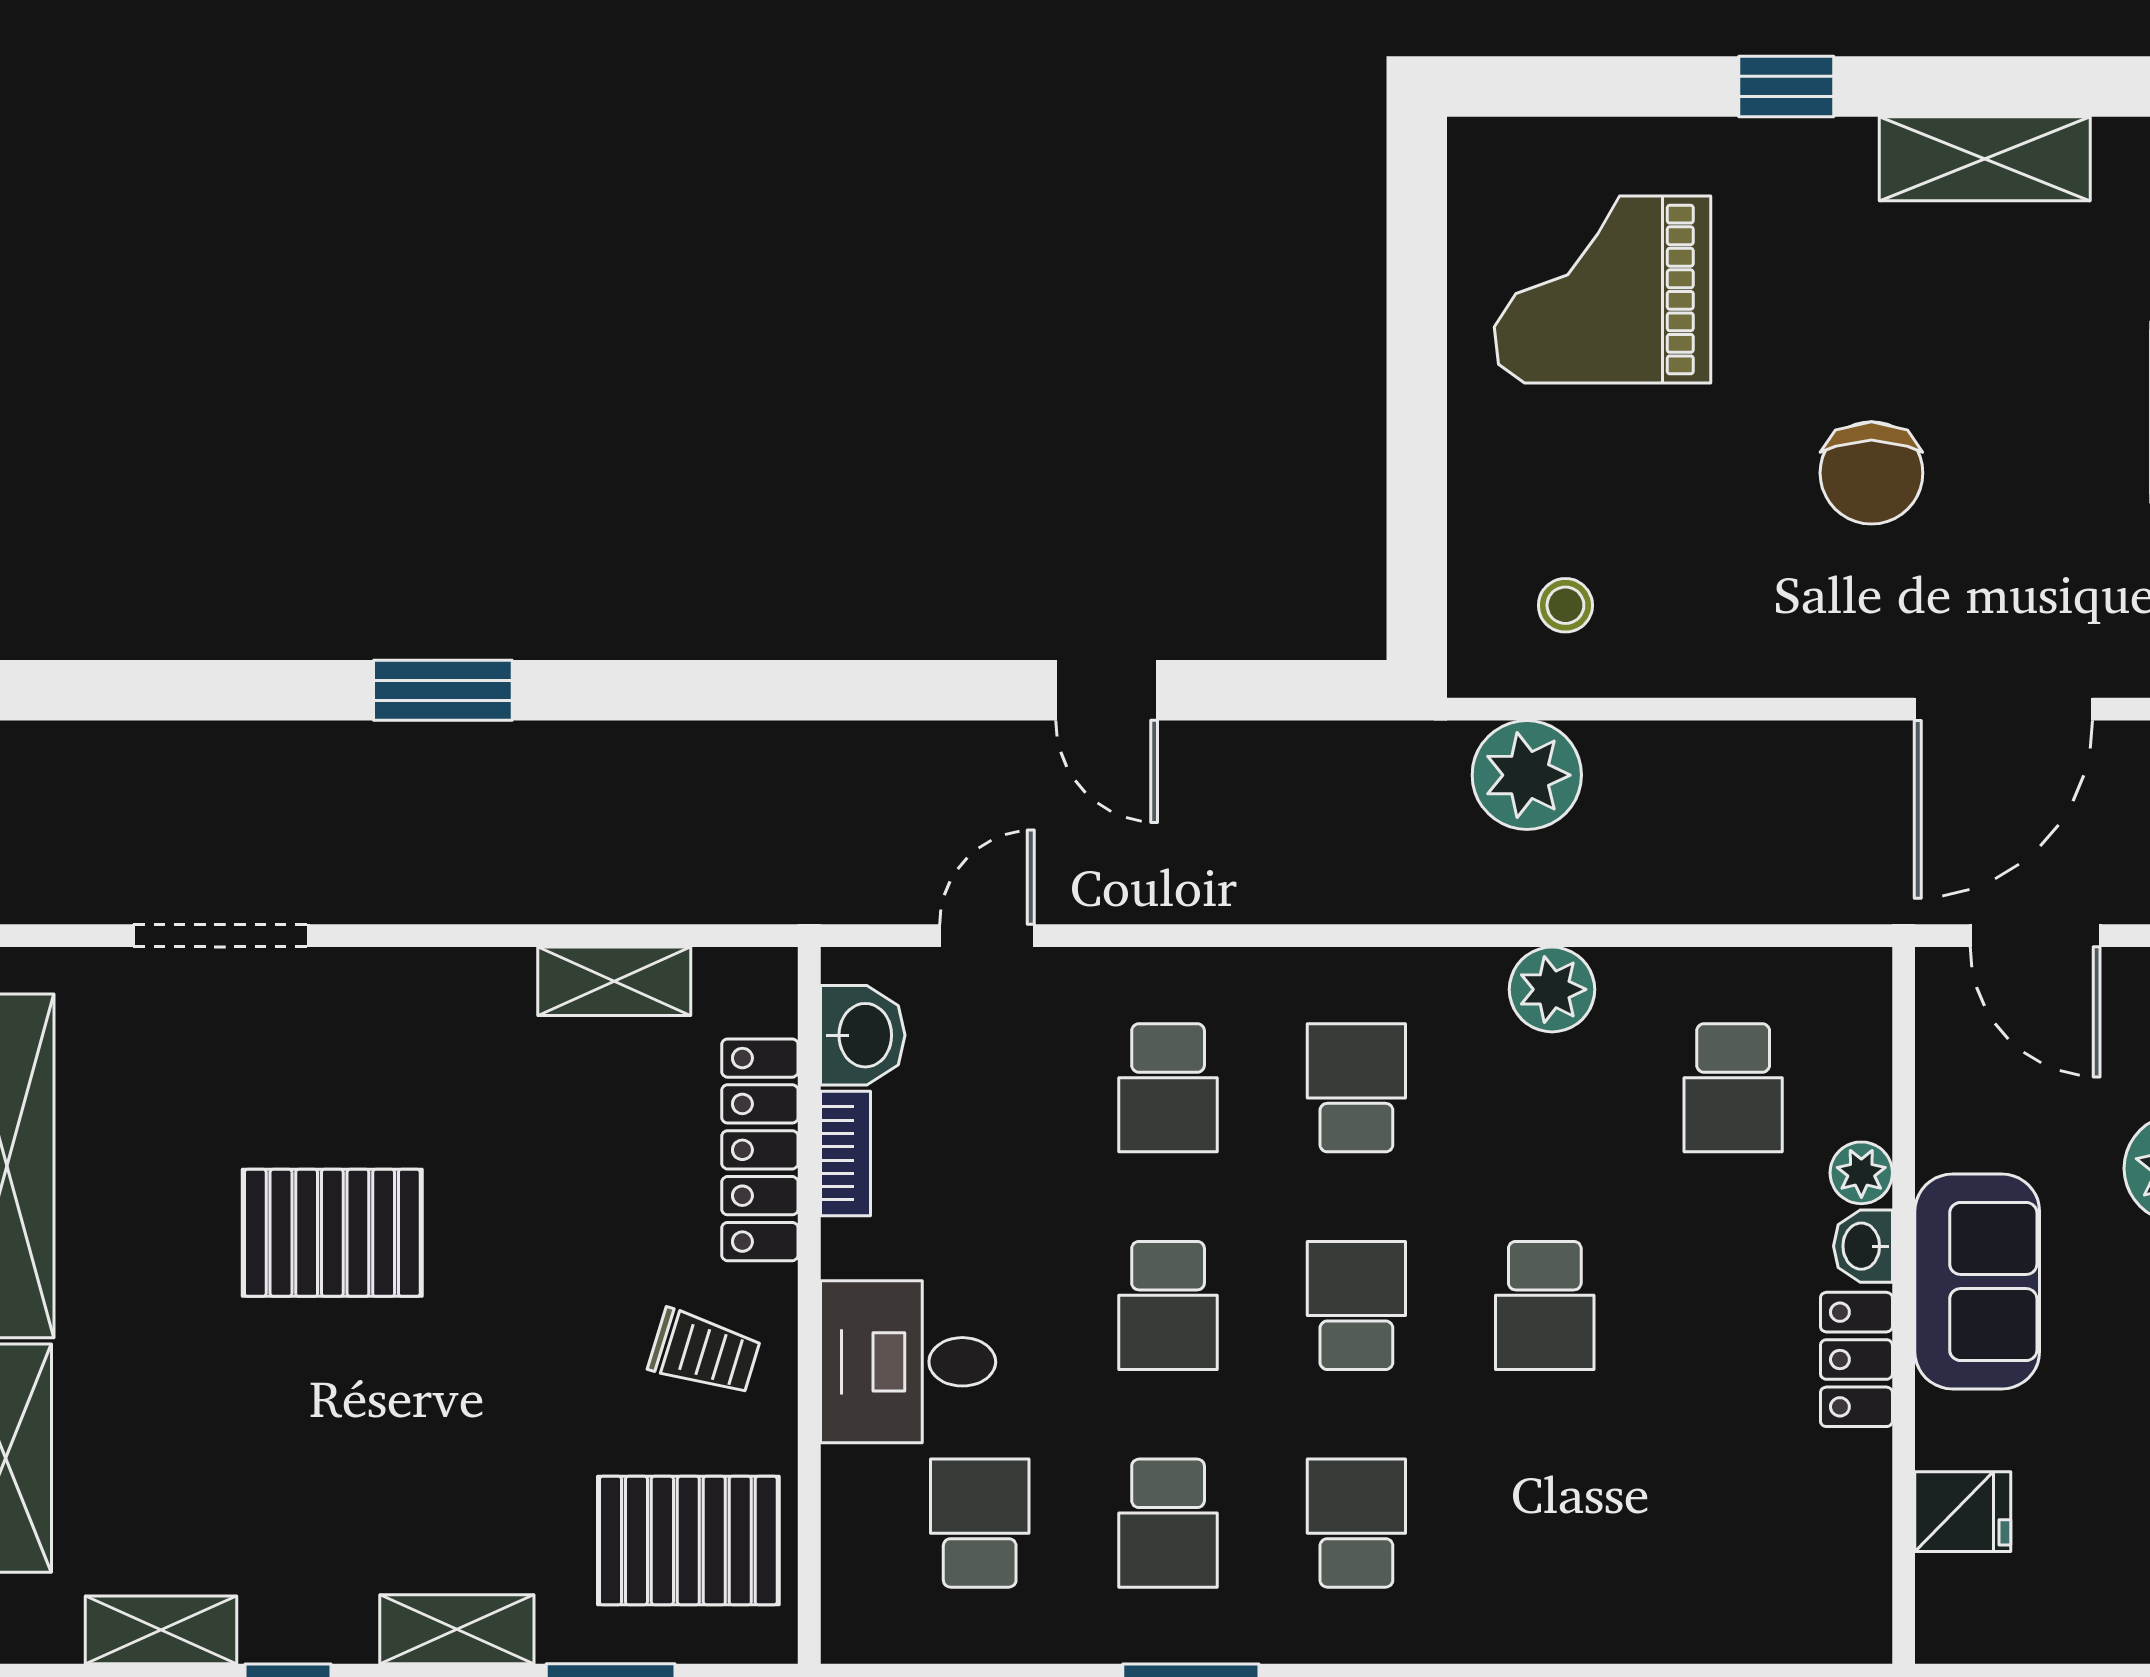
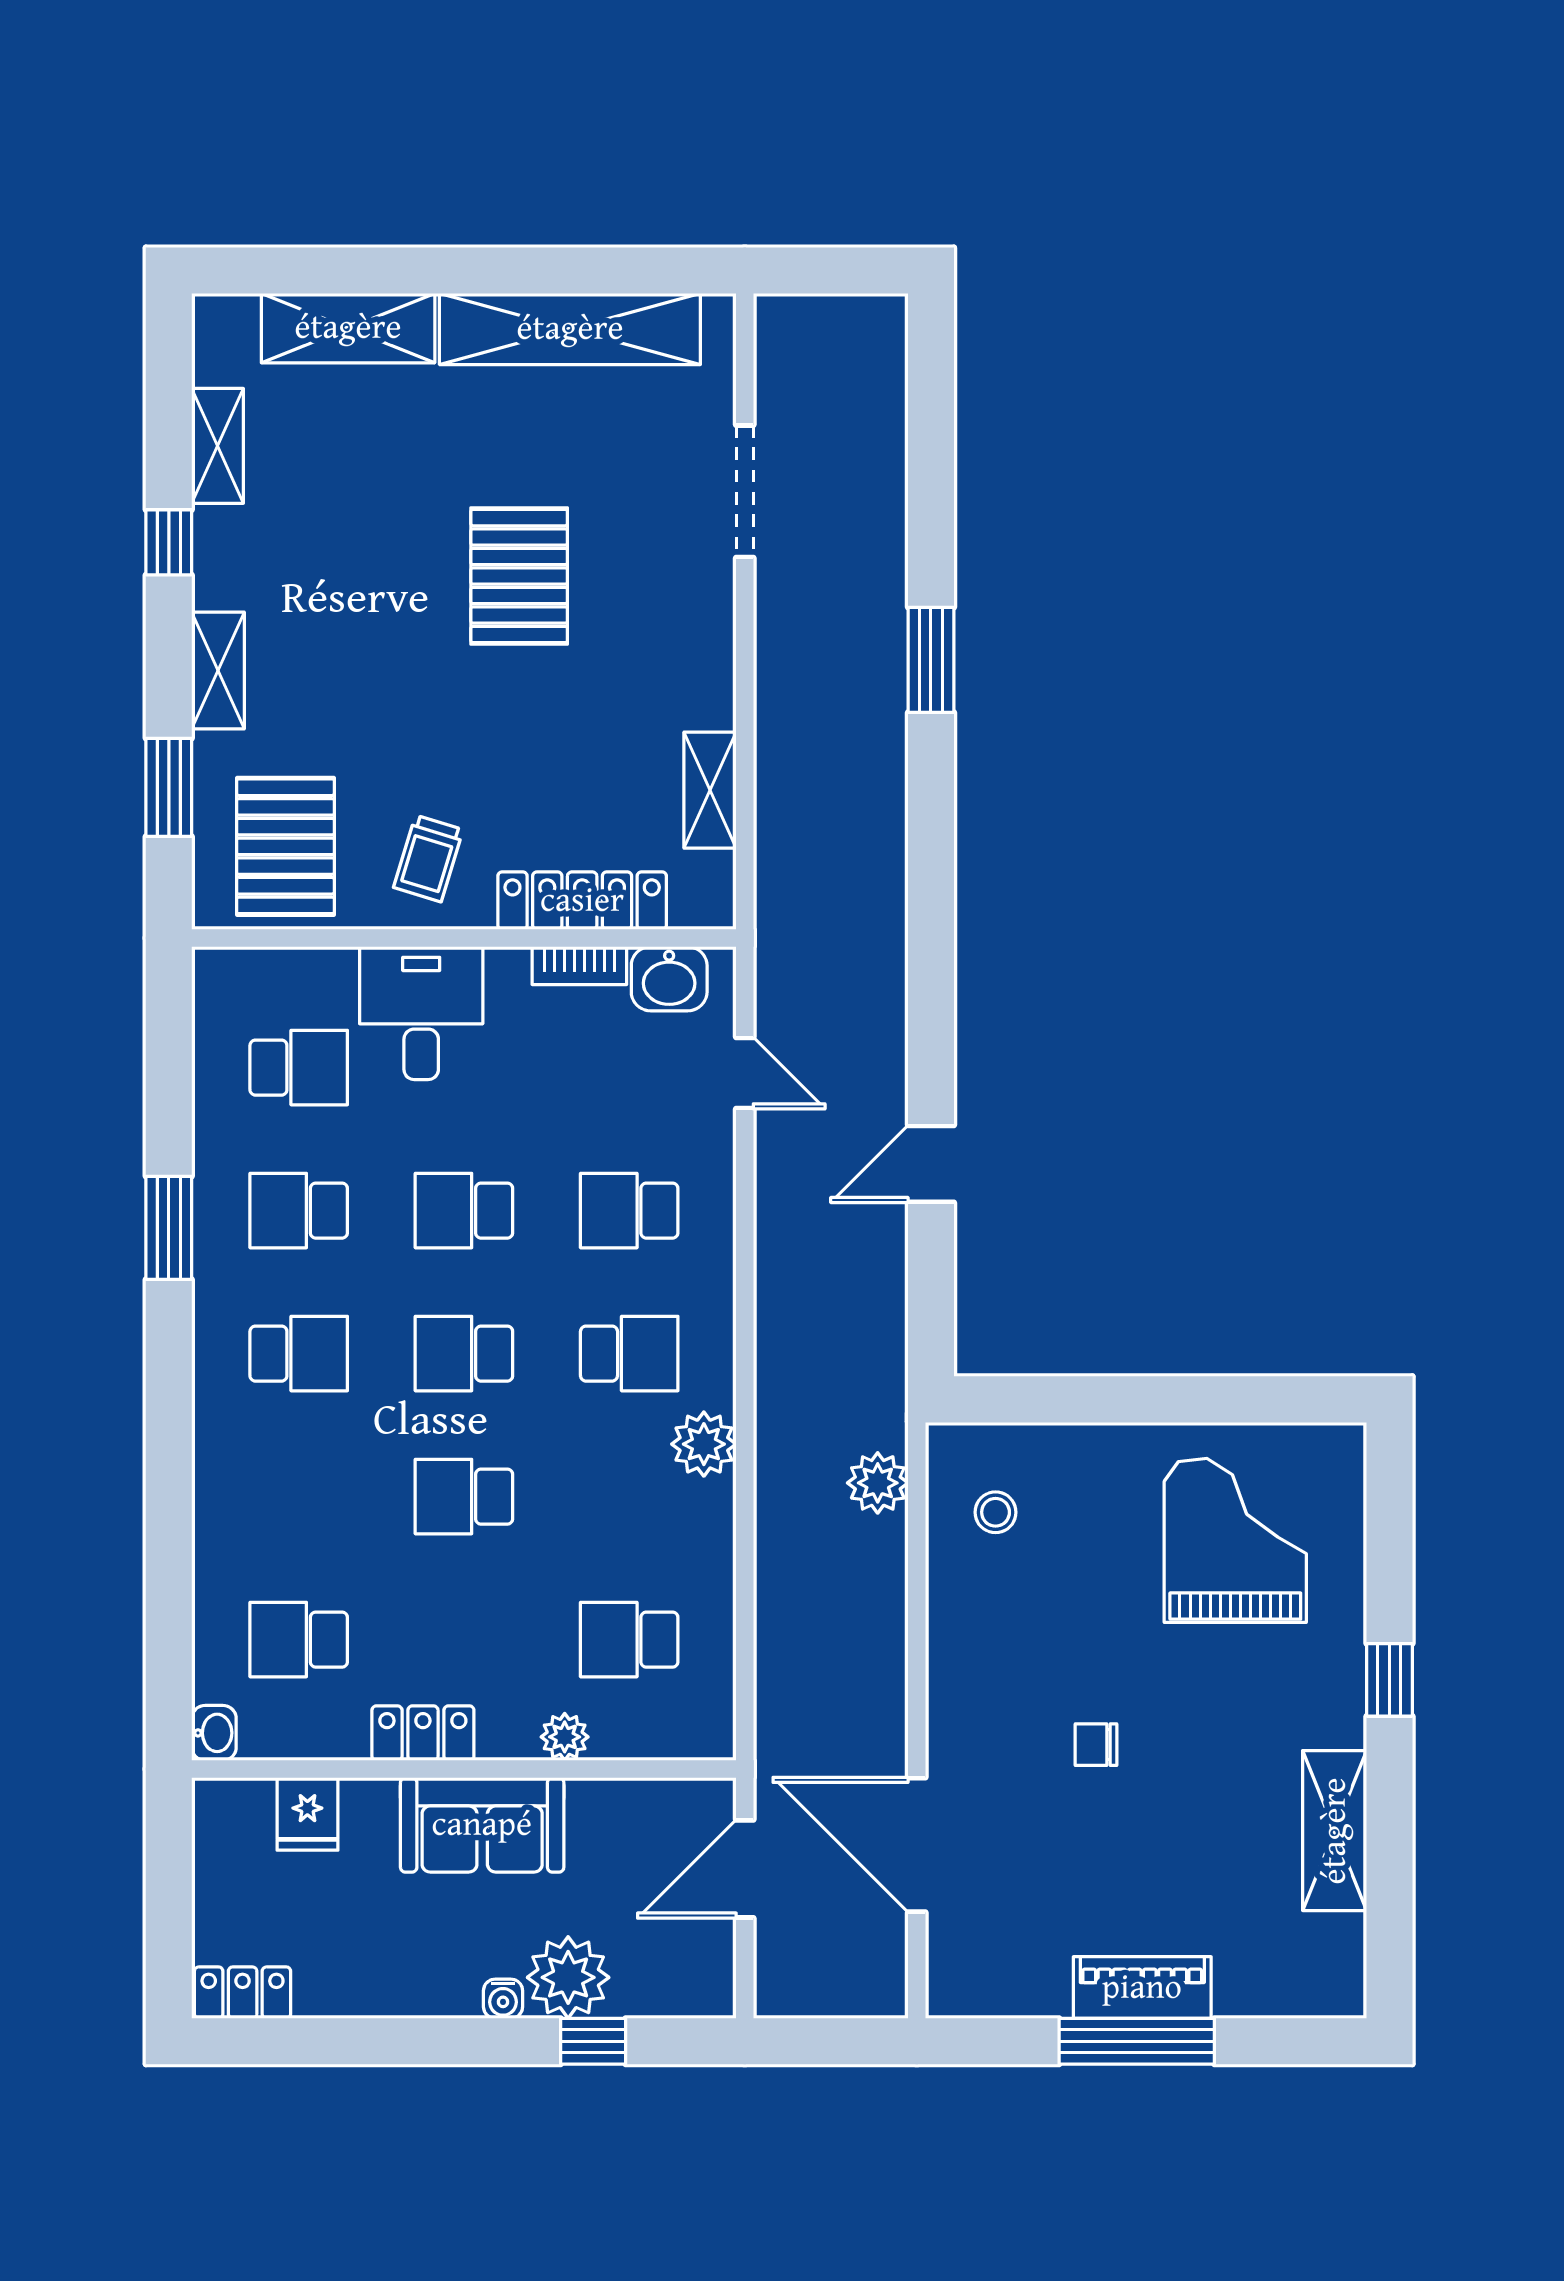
chair: (1871, 473) -> (1096, 1745), width x0.54, depth x0.54
plant: (1527, 775) -> (878, 1483), width x0.73, depth x0.73
plant: (1552, 989) -> (704, 1444), moved
washbasin: (1863, 1246) -> (214, 1733), moved, turned 90
school desk: (1356, 1305) -> (464, 1354), turned 180
school desk: (1733, 1523) -> (299, 1640), added

